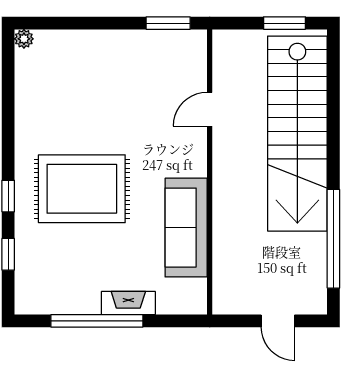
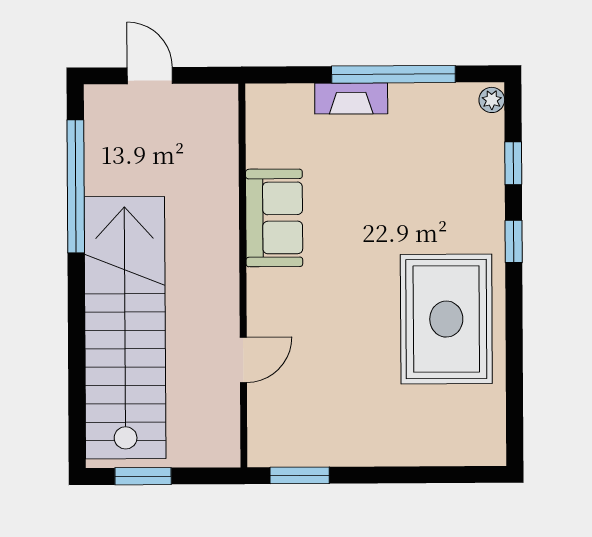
plant: (24, 39) -> (492, 100), moved
rug: (82, 189) -> (446, 319), moved, turned 90
sofa: (186, 228) -> (274, 218), width x0.73

